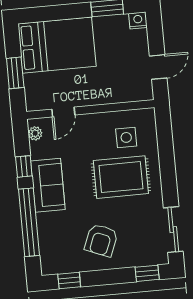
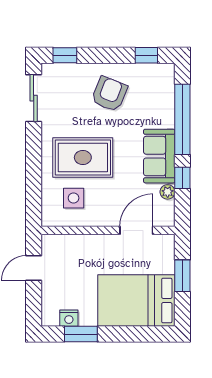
nightstand: (138, 20) -> (69, 318), moved
door: (63, 112) -> (136, 230), width x1.37
plant: (35, 133) -> (168, 192), moved

